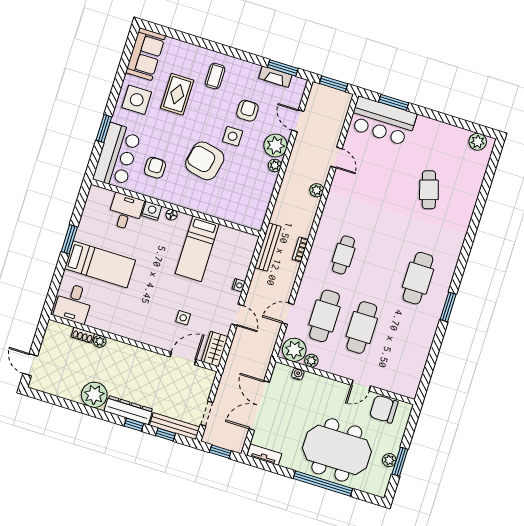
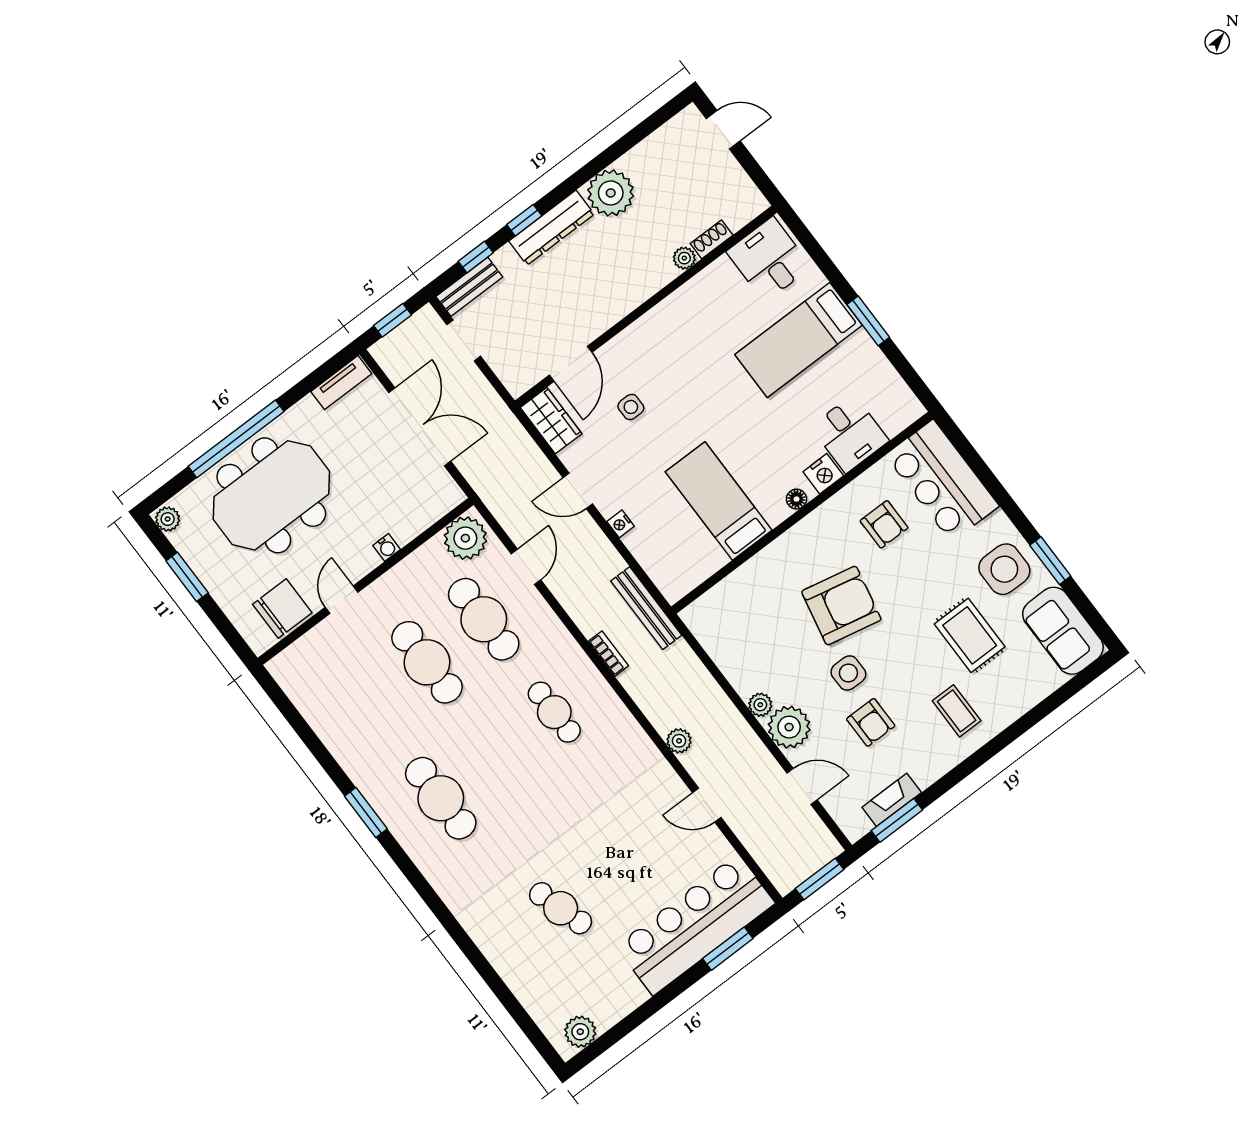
bar counter: (383, 121) -> (695, 925), width x1.36
window: (104, 129) -> (1050, 561), moved
plant: (311, 361) -> (431, 552), removed
water cooler: (298, 374) -> (387, 547), moved
bench: (175, 426) -> (469, 287), width x0.73
plant: (389, 460) -> (168, 519), moved

